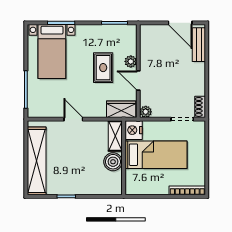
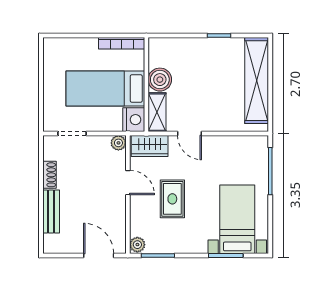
door: (180, 23) -> (99, 256), moved
bench: (199, 45) -> (51, 211), moved
plant: (131, 61) -> (137, 245), moved
shoe rack: (200, 107) -> (49, 175), moved
door: (73, 119) -> (190, 134), moved
bookcase: (187, 190) -> (122, 43), moved

